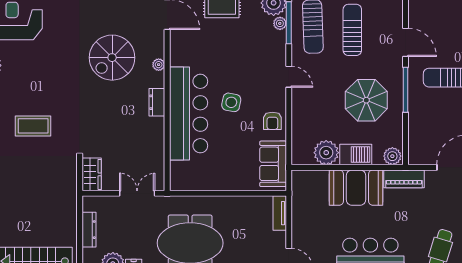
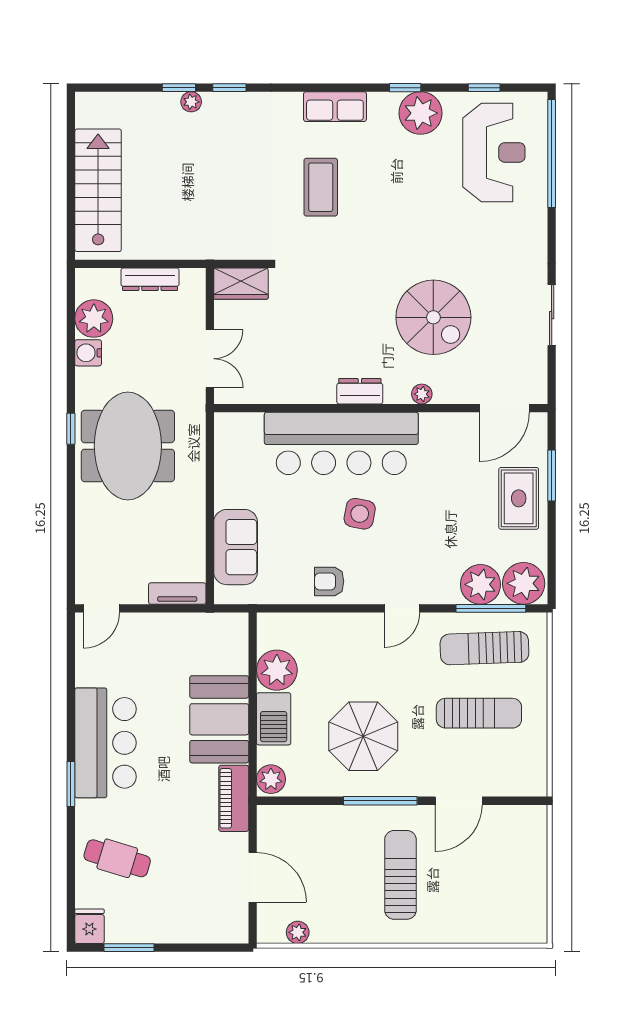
plant: (280, 23) -> (480, 584), width x1.87, depth x1.87
spiral stairs: (112, 58) -> (433, 317), turned 180
sofa: (273, 164) -> (236, 547), moved, turned 90

